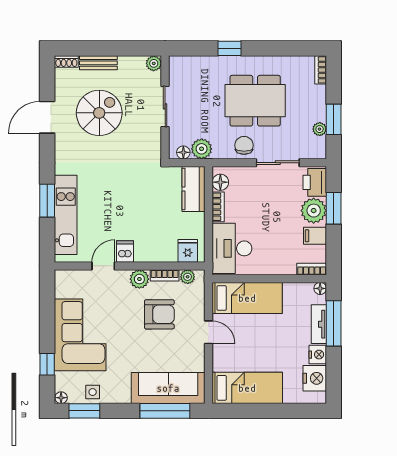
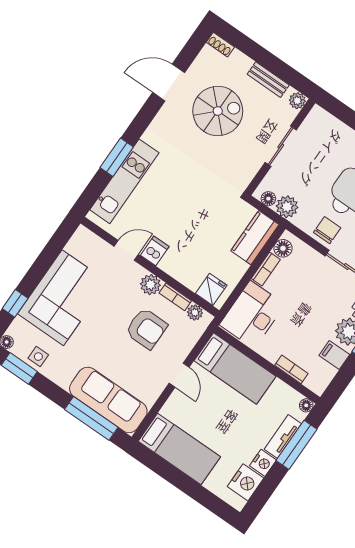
bench: (98, 63) -> (268, 80), moved
bookcase: (312, 269) -> (291, 369), moved

